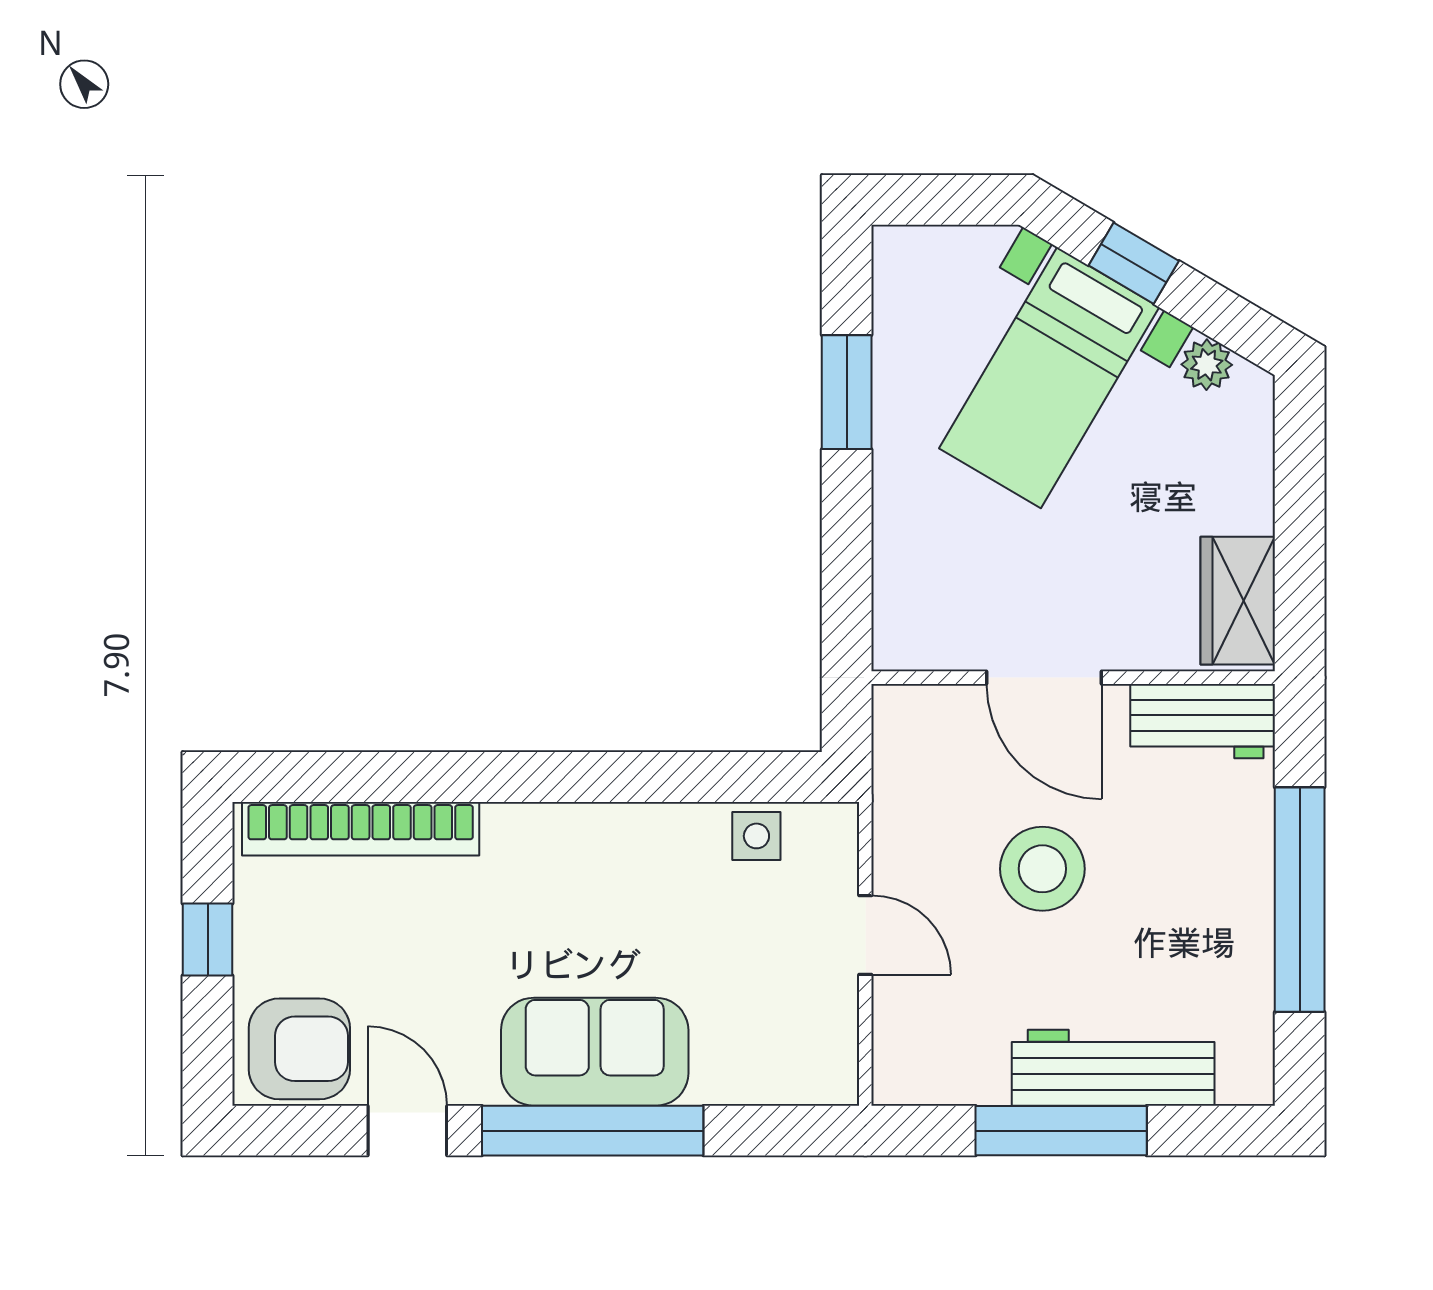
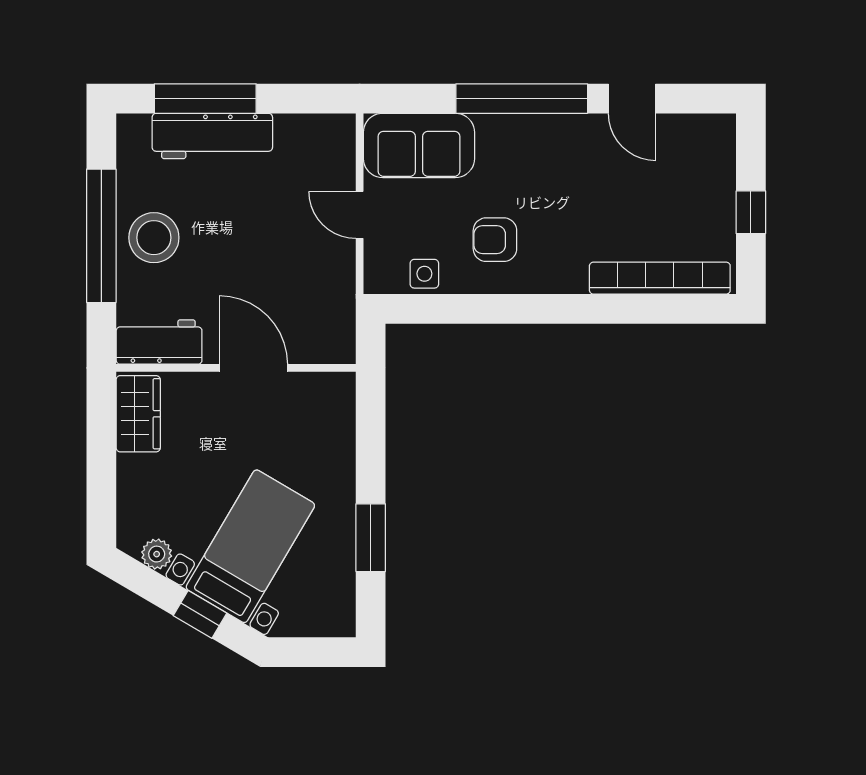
stool: (1042, 869) -> (154, 238), moved
armchair: (299, 1049) -> (495, 240), moved, width x0.72, depth x0.72
sofa: (595, 1052) -> (419, 145), moved
window: (1061, 1131) -> (205, 99), moved

